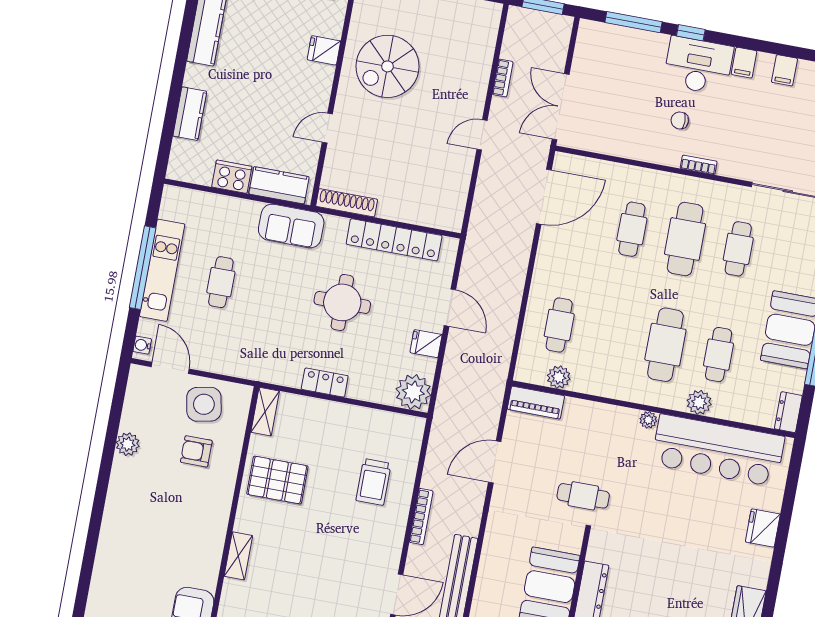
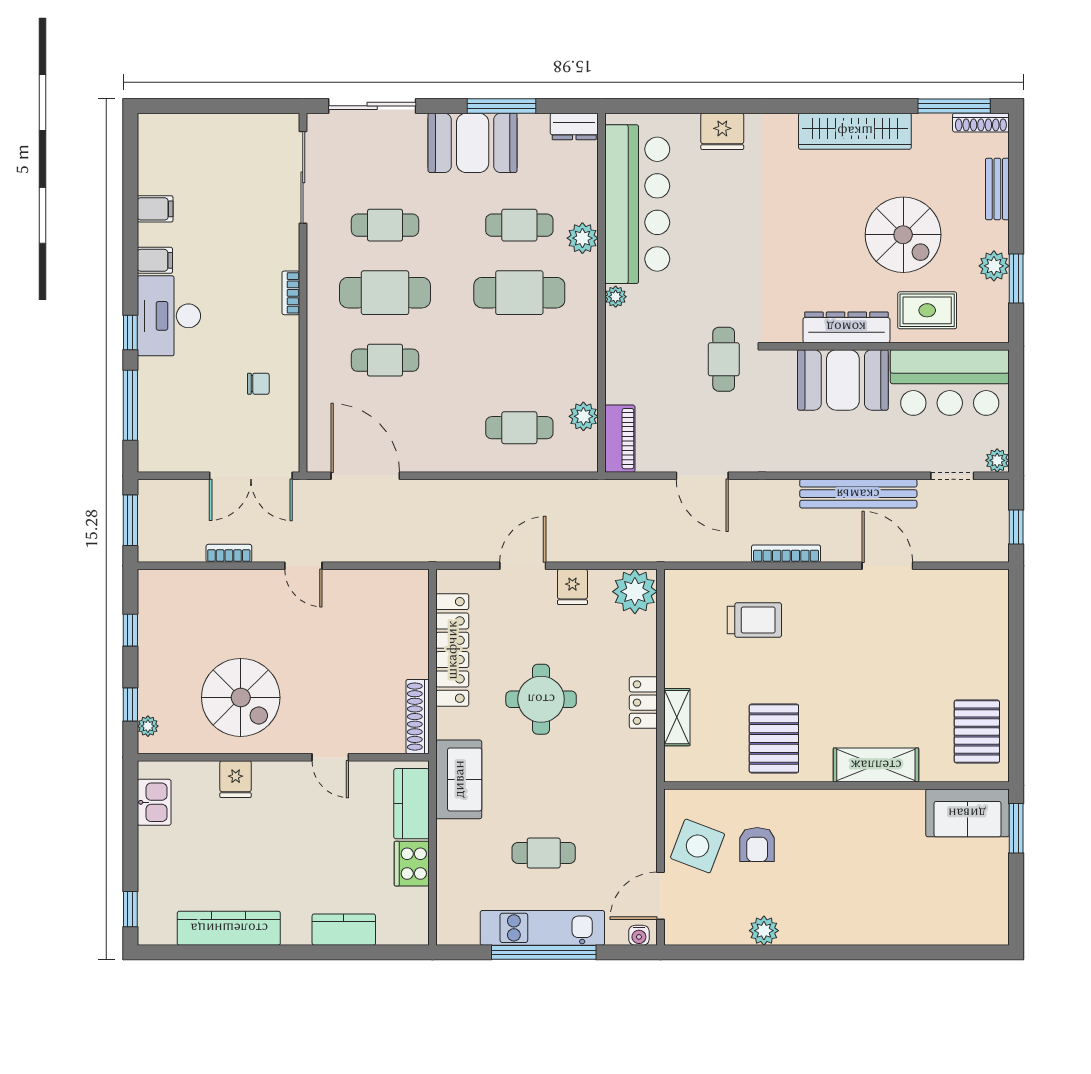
chair: (680, 120) -> (258, 384), moved, turned -90
side table: (204, 404) -> (698, 846), turned 32
shelving: (265, 412) -> (677, 717), moved, turned 90
shelving: (238, 556) -> (876, 765), width x1.50, depth x1.33

